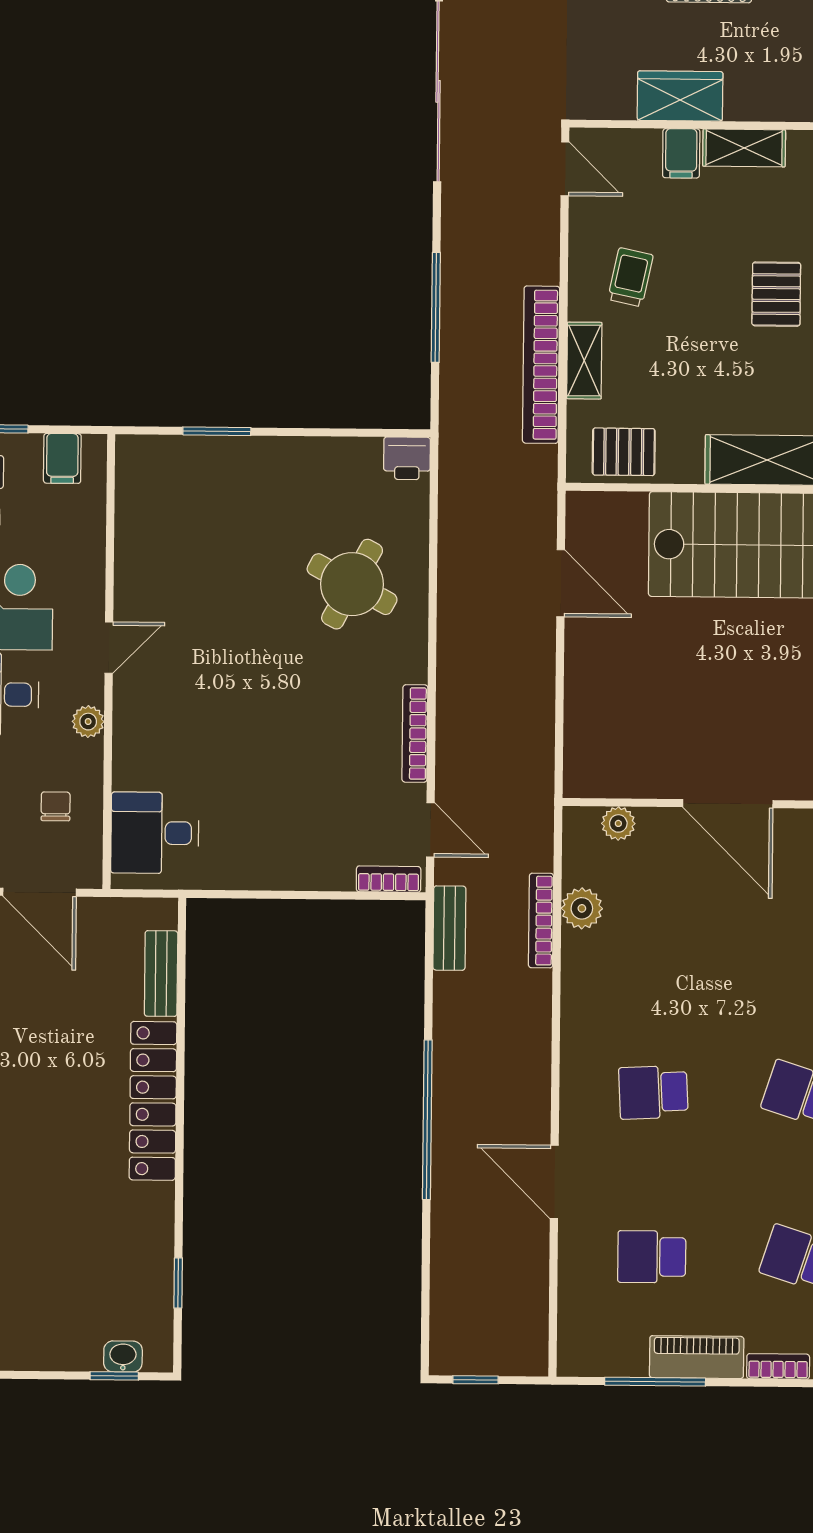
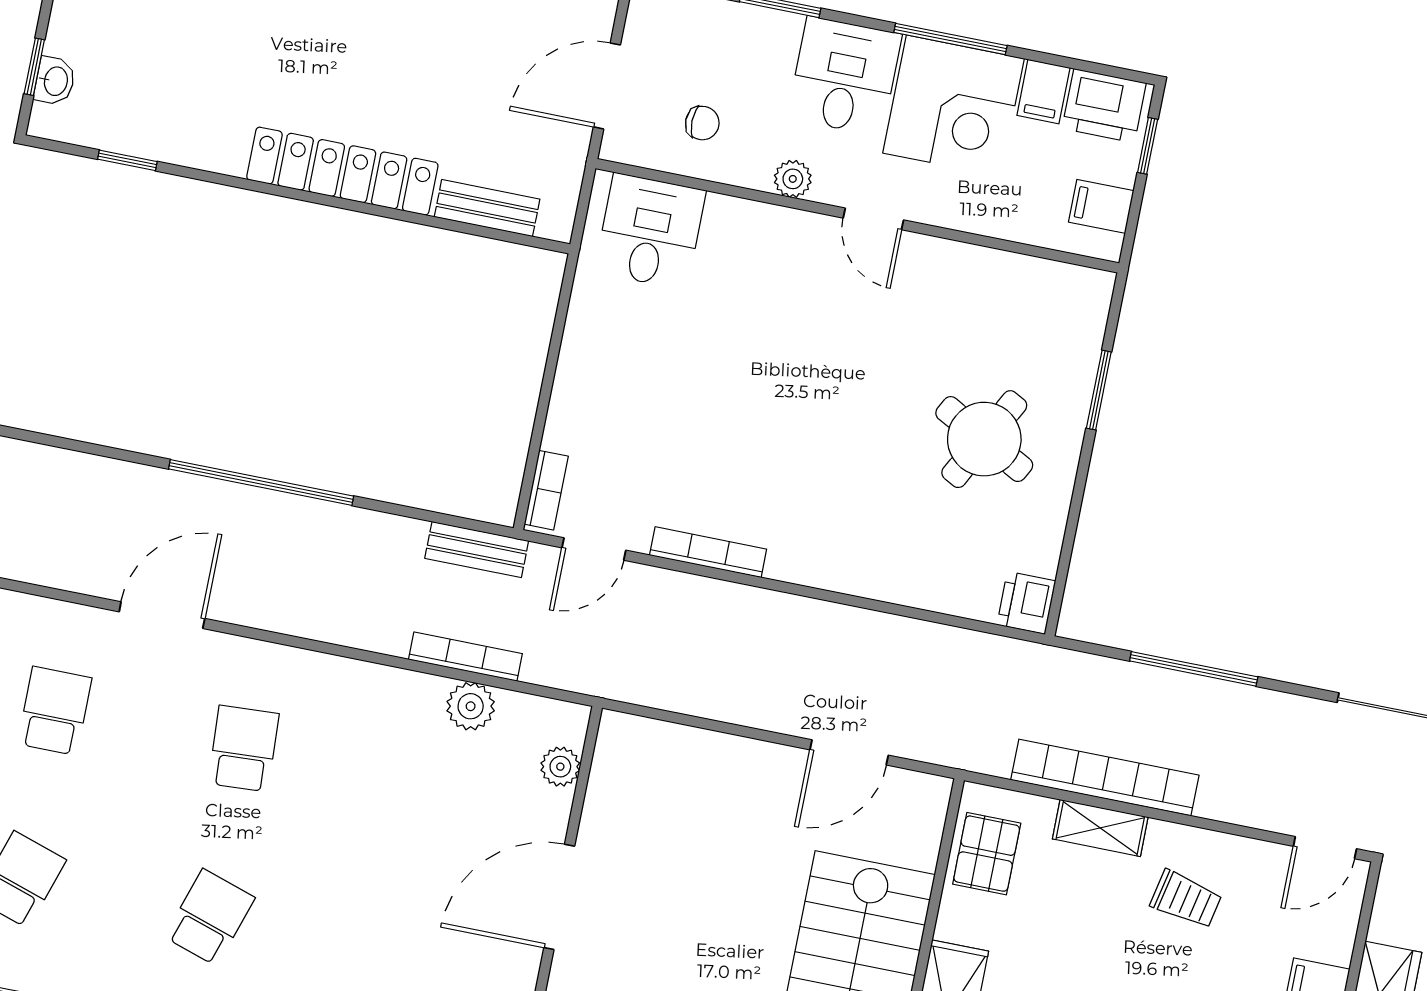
round table: (352, 584) -> (984, 439), moved

